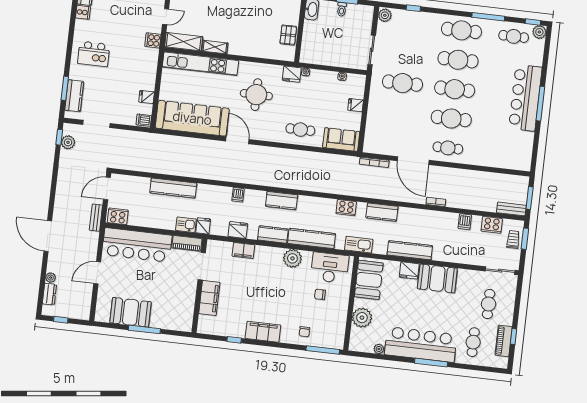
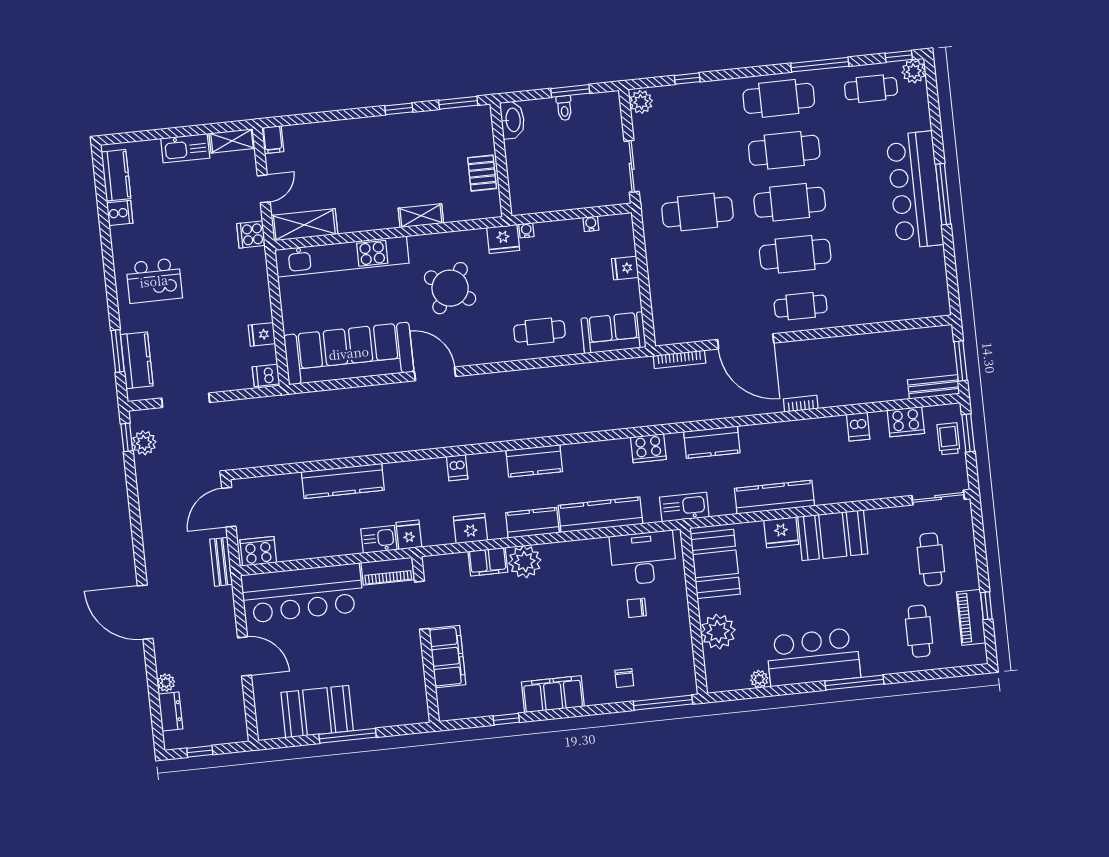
shelving: (215, 47) -> (421, 216), moved
round table: (256, 95) -> (450, 288), turned 35
plant: (292, 258) -> (525, 562), moved
door: (97, 273) -> (245, 656), swing flipped
bar counter: (421, 345) -> (813, 657), width x0.73

